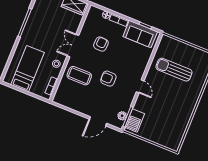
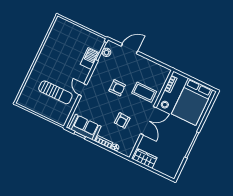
double door: (73, 46) -> (148, 121), width x1.37
bed: (28, 69) -> (192, 102), width x1.50
door: (140, 86) -> (83, 90), moved
barbecue: (135, 120) -> (90, 58), moved

